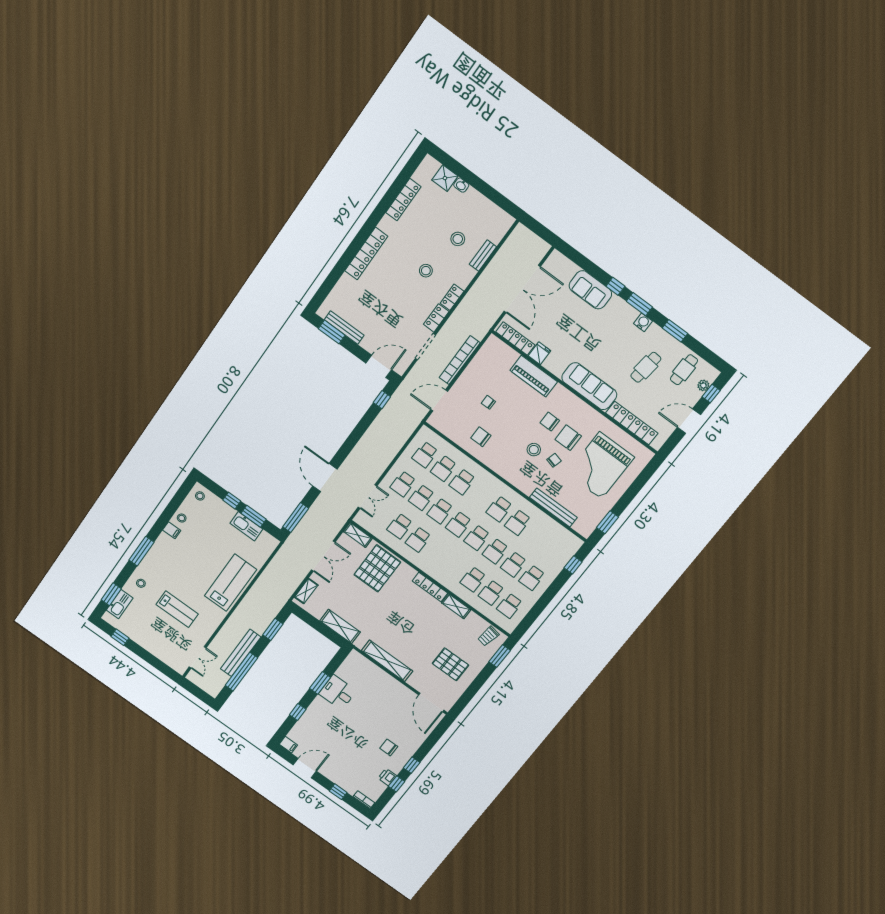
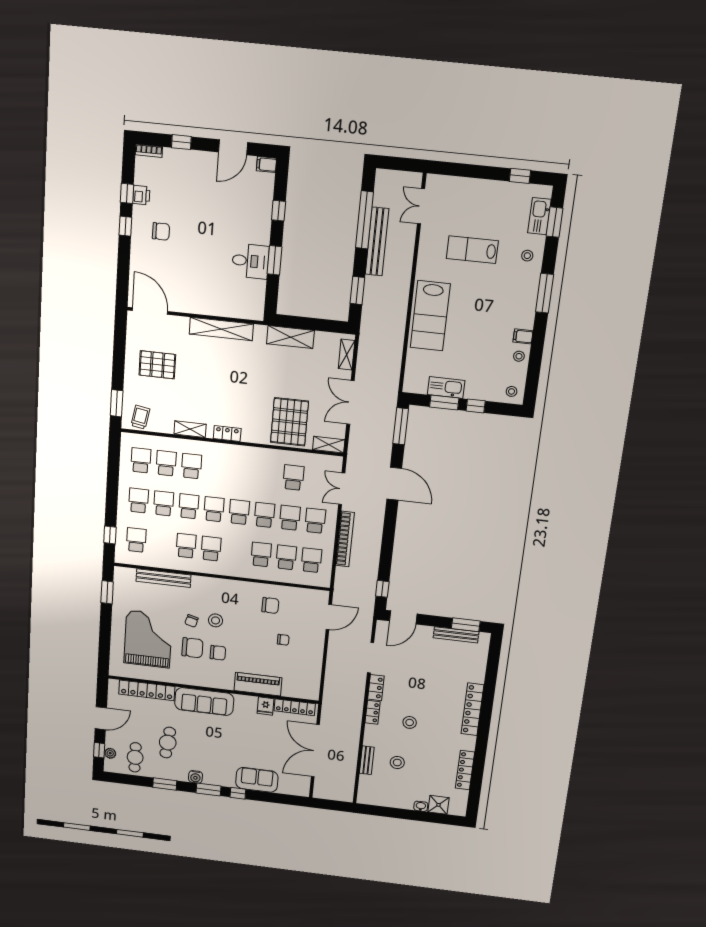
bookcase: (460, 360) -> (345, 539), moved
school desk: (418, 539) -> (136, 540), moved
locker: (430, 587) -> (227, 434), width x0.66

